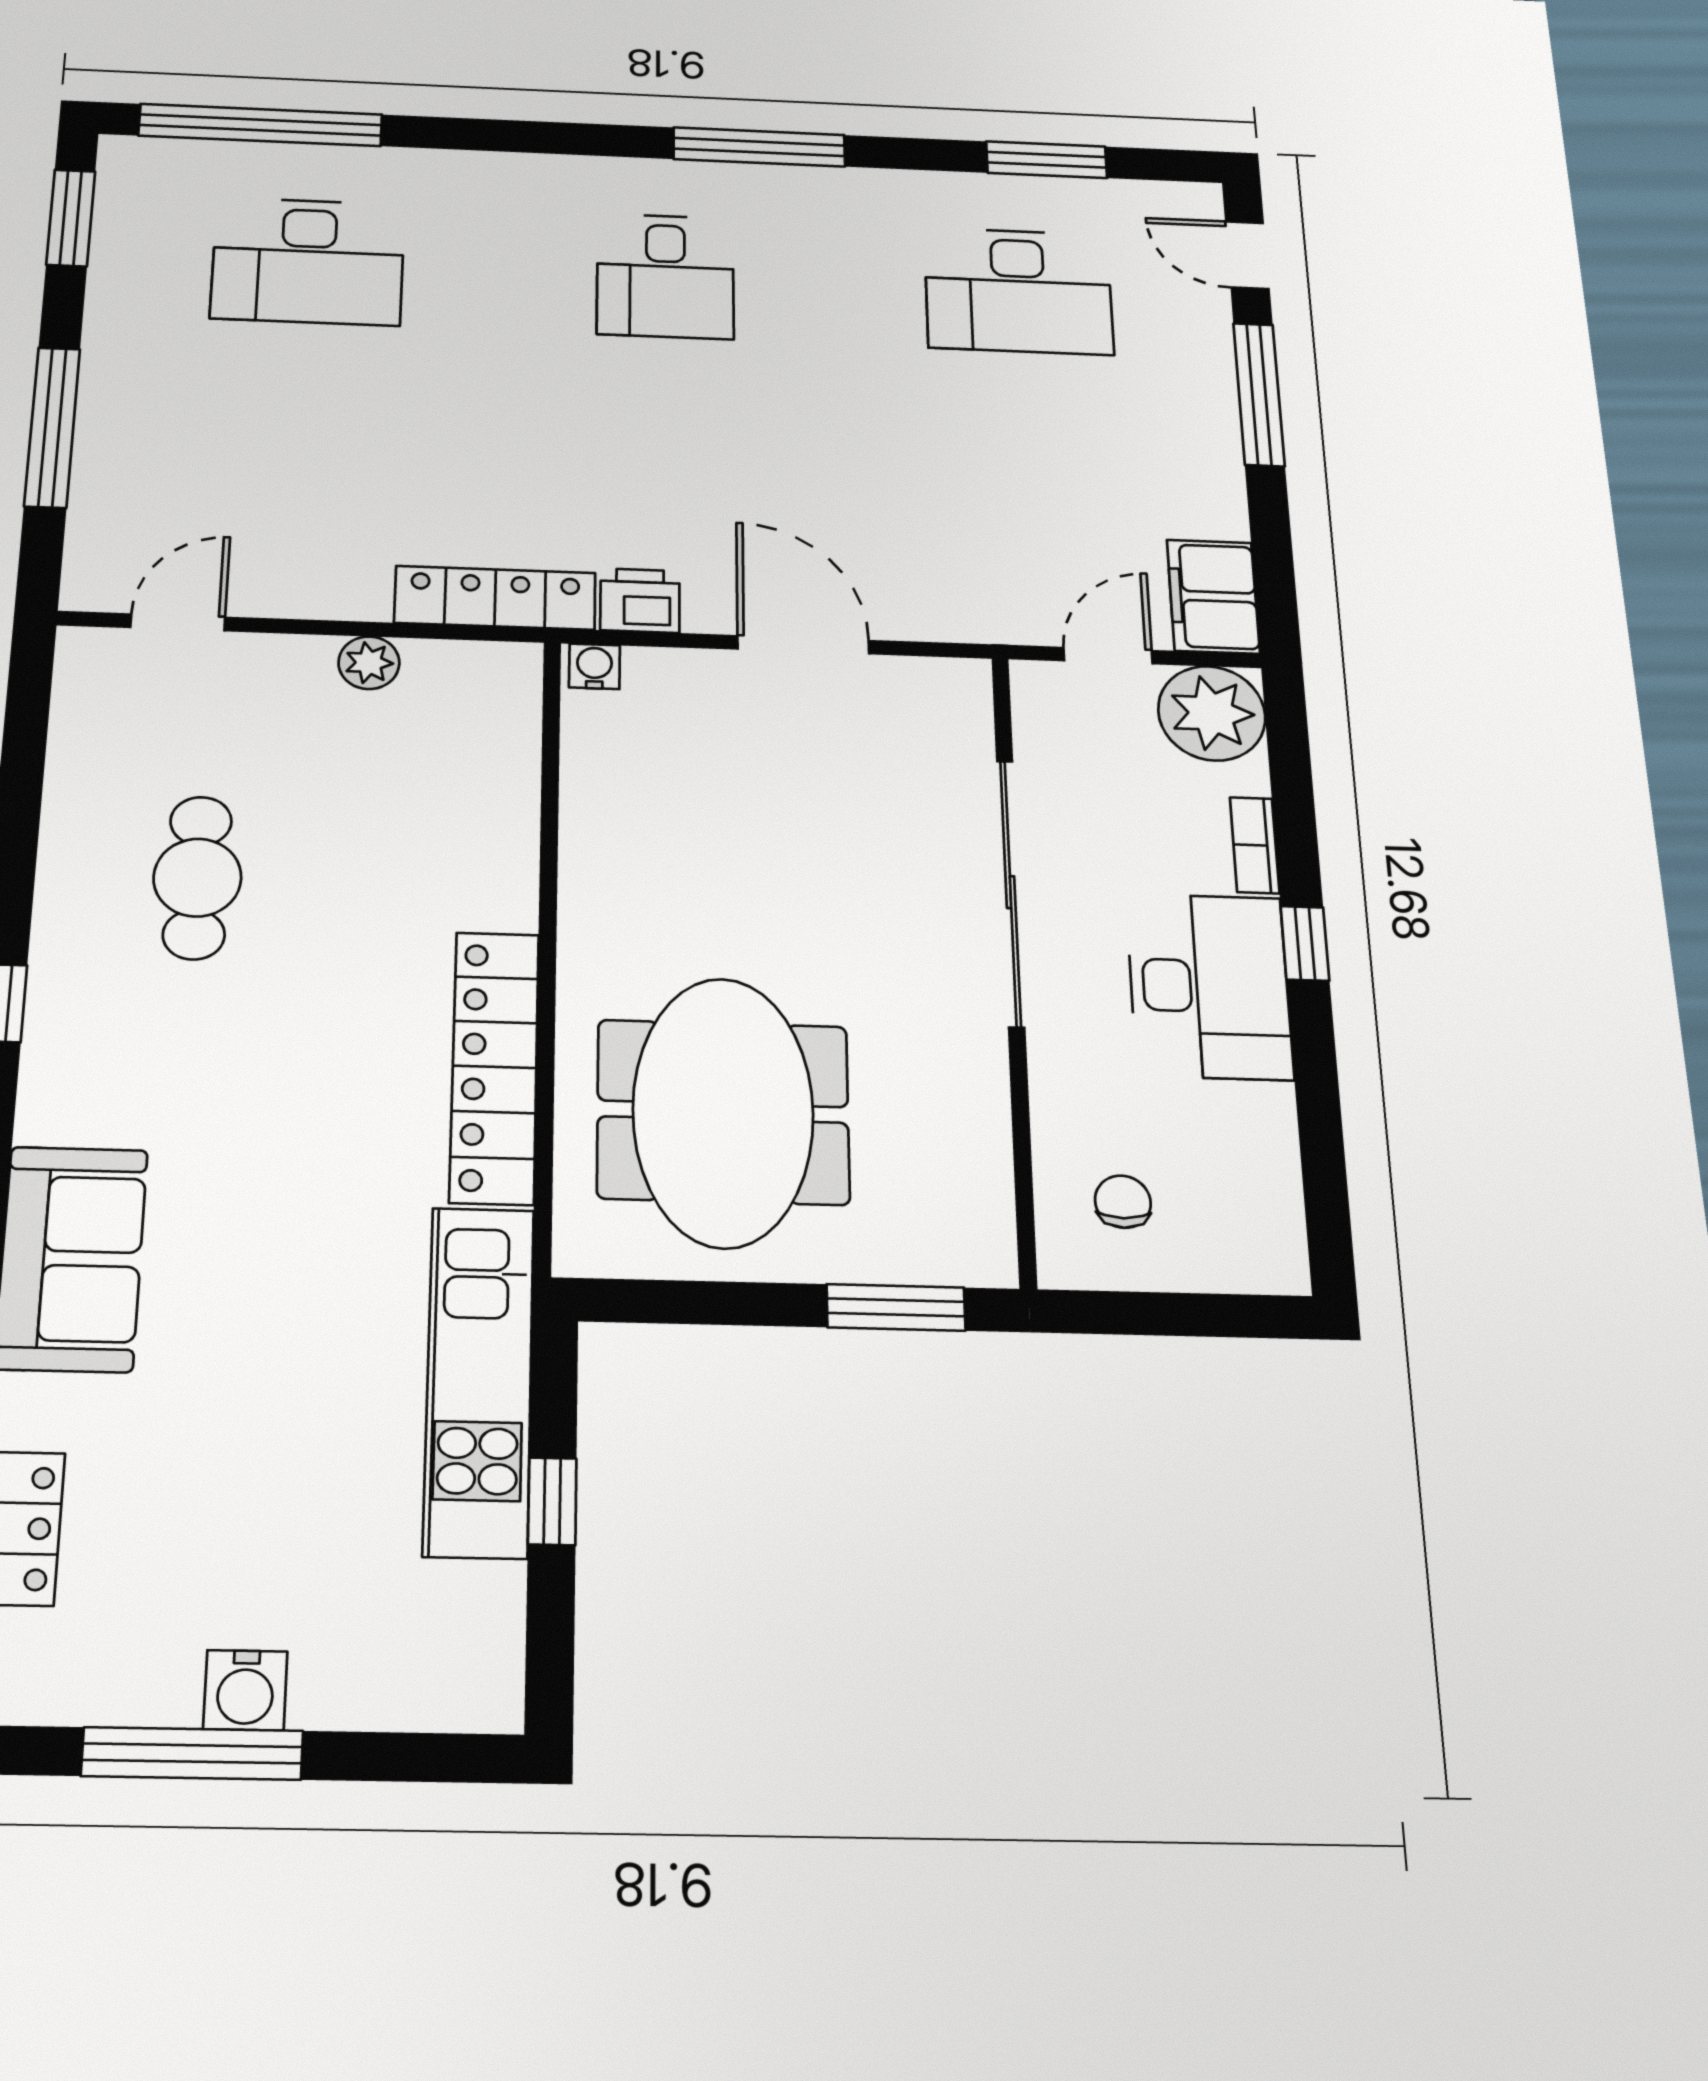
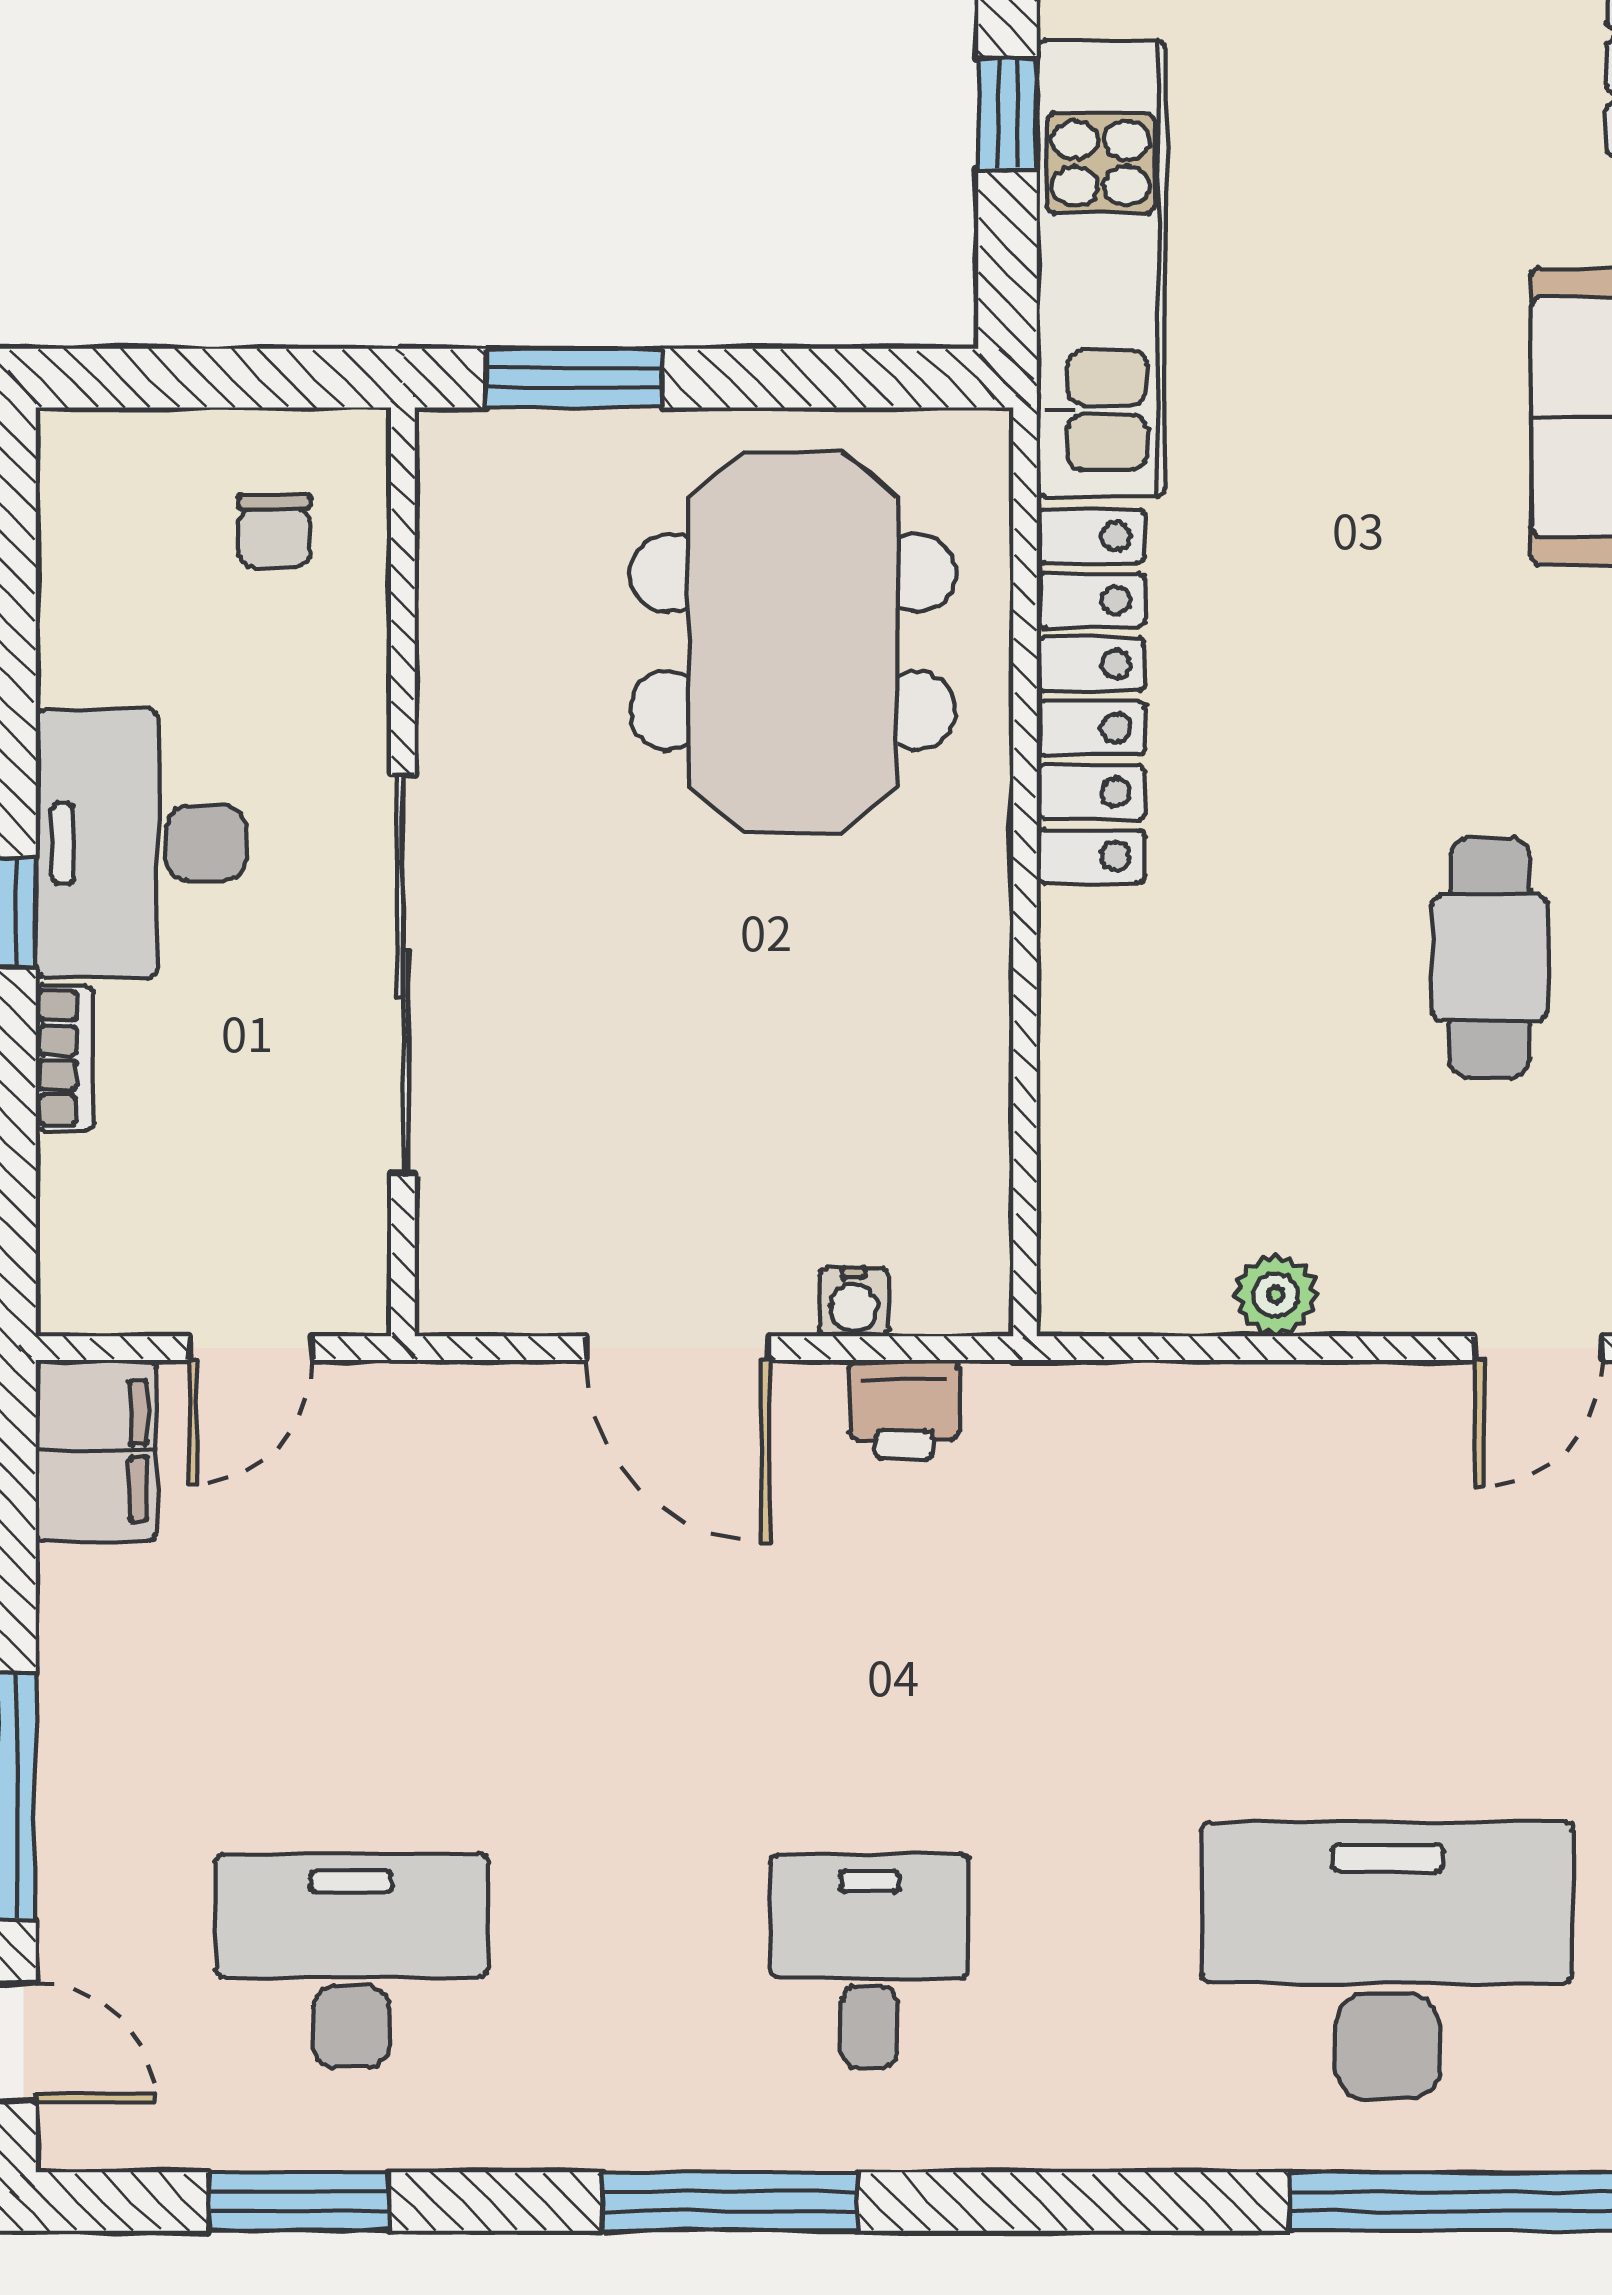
desk: (308, 261) -> (1388, 1961), width x1.36, depth x1.30
locker: (495, 598) -> (1105, 1406), removed
water cooler: (594, 666) -> (854, 1302), moved
plant: (1212, 713) -> (110, 1262), removed

